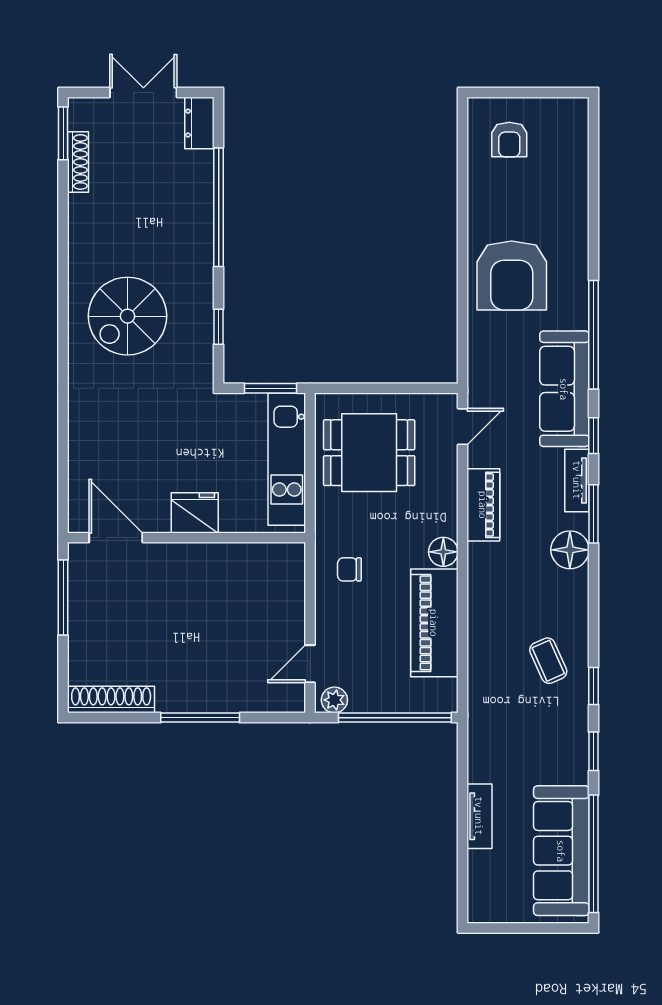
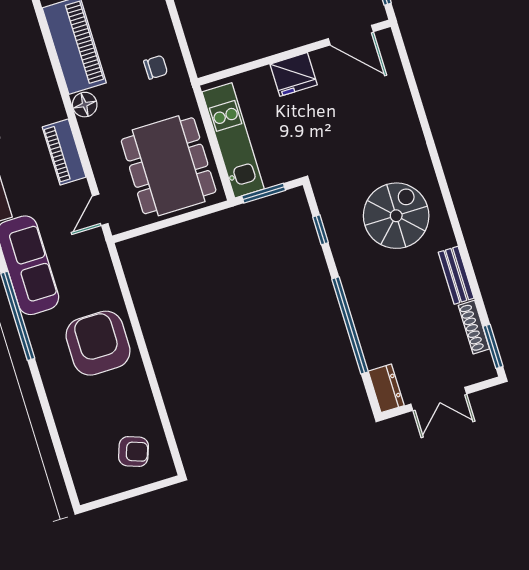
armchair: (509, 140) -> (133, 451), turned 110
bench: (80, 227) -> (456, 275), added
dining table: (369, 453) -> (169, 166), width x1.38

